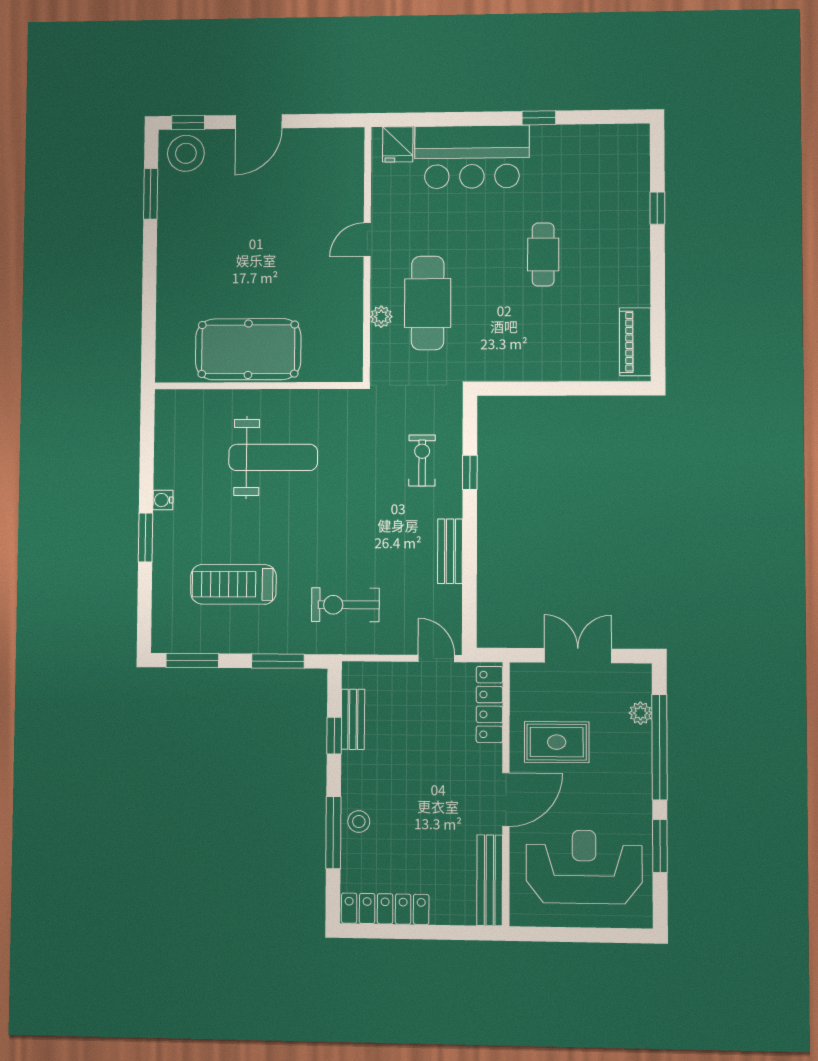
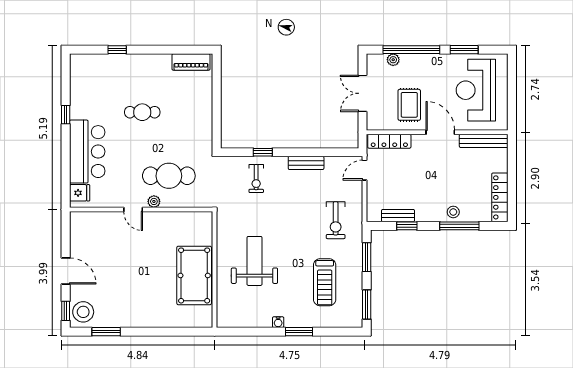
plant: (381, 317) -> (154, 201), moved
exercise bike: (422, 460) -> (256, 178), turned -90

